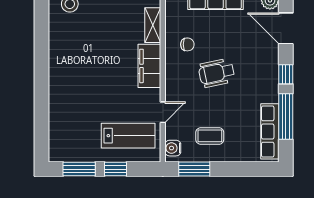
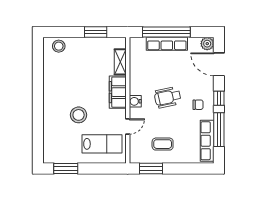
chair: (187, 44) -> (198, 105), moved
stool: (96, 97) -> (79, 115), added
water cooler: (173, 148) -> (135, 101), moved
window: (115, 169) -> (93, 169), removed

